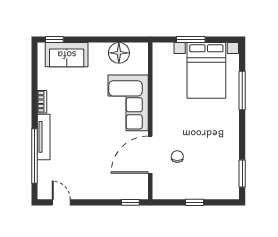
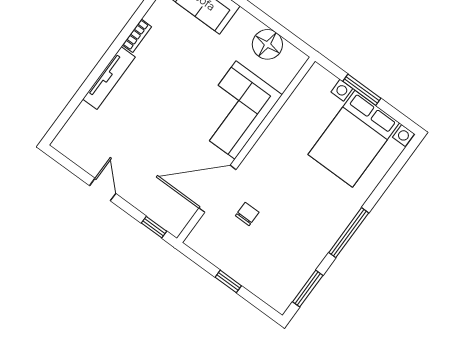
window: (242, 90) -> (349, 233), moved
window: (34, 156) -> (82, 92), removed
door: (61, 202) -> (103, 190), moved

